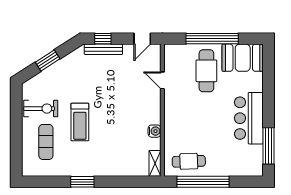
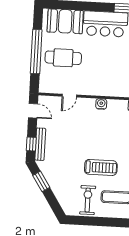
booth: (243, 58) -> (65, 21), moved, turned 90
window: (48, 61) -> (41, 181), moved
water cooler: (154, 131) -> (101, 104), moved

